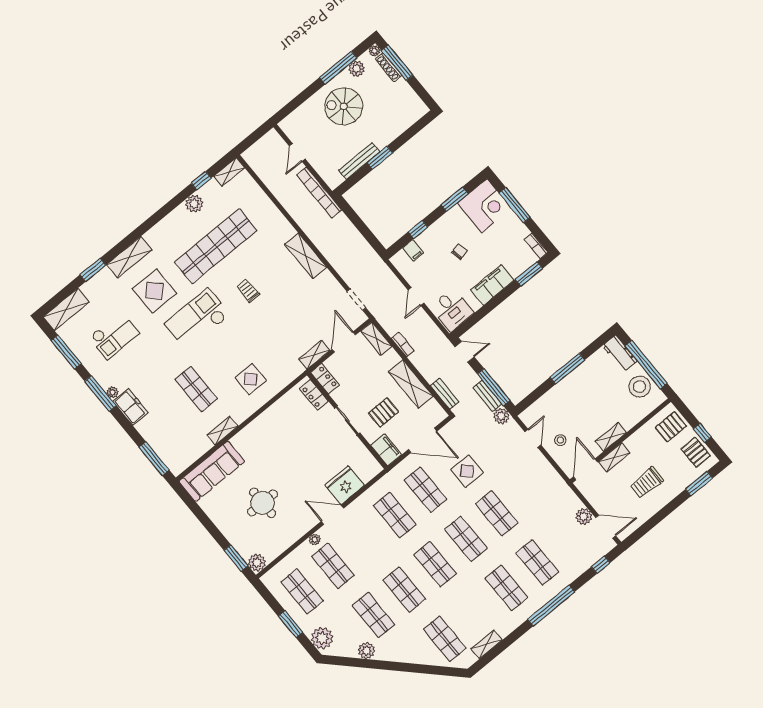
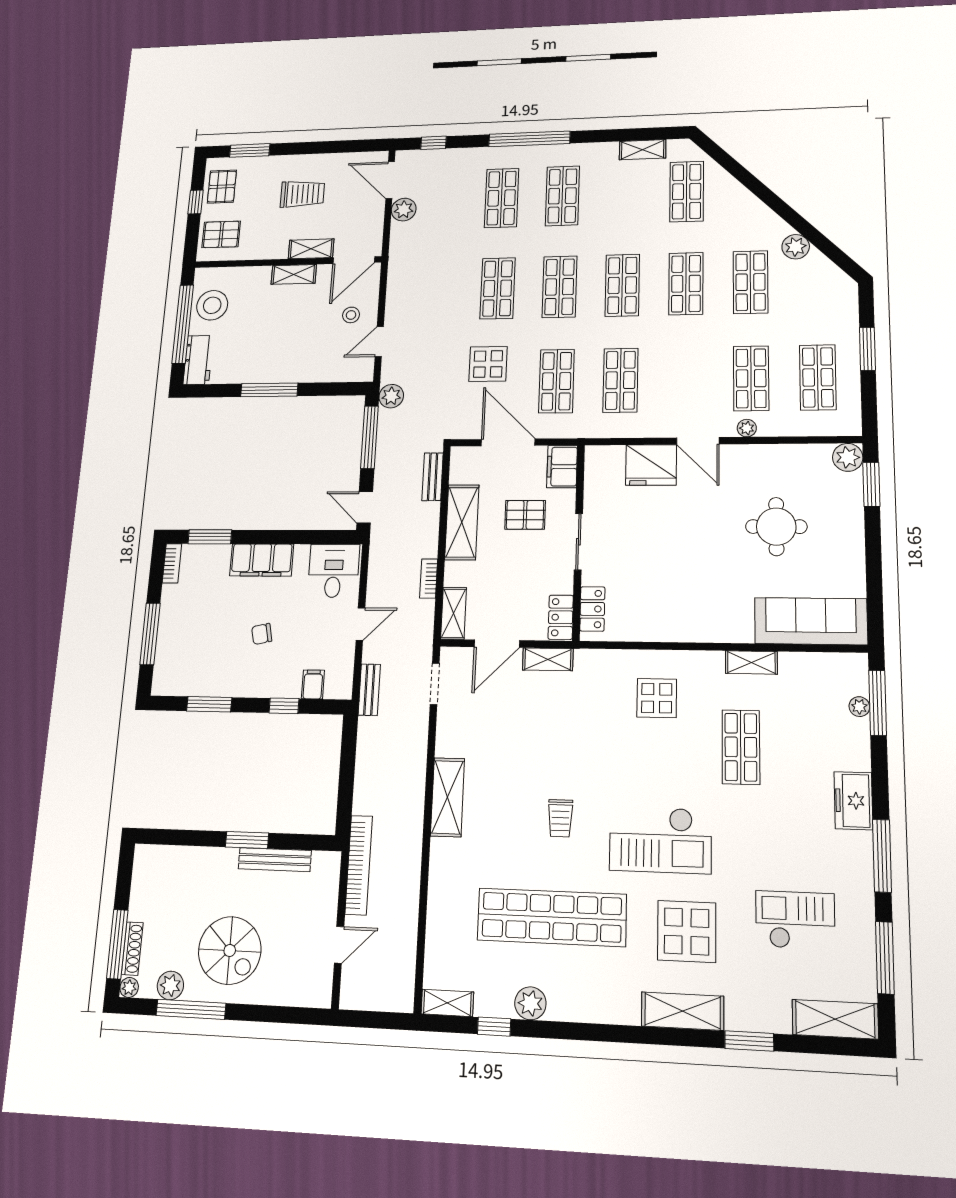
corner desk: (484, 206) -> (183, 665), removed
plant: (113, 392) -> (859, 707), moved
bench: (487, 396) -> (369, 690), moved
plant: (322, 638) -> (840, 302), removed

